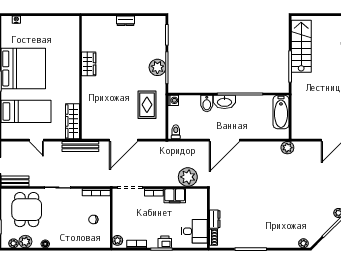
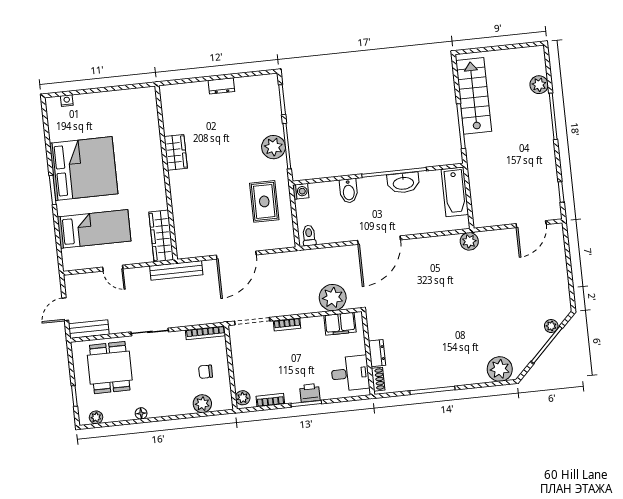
washbasin: (224, 102) -> (403, 183), moved
filing cabinet: (175, 196) -> (340, 324), moved
plant: (25, 242) -> (202, 404), moved
plant: (303, 243) -> (500, 369), width x1.88, depth x1.88

